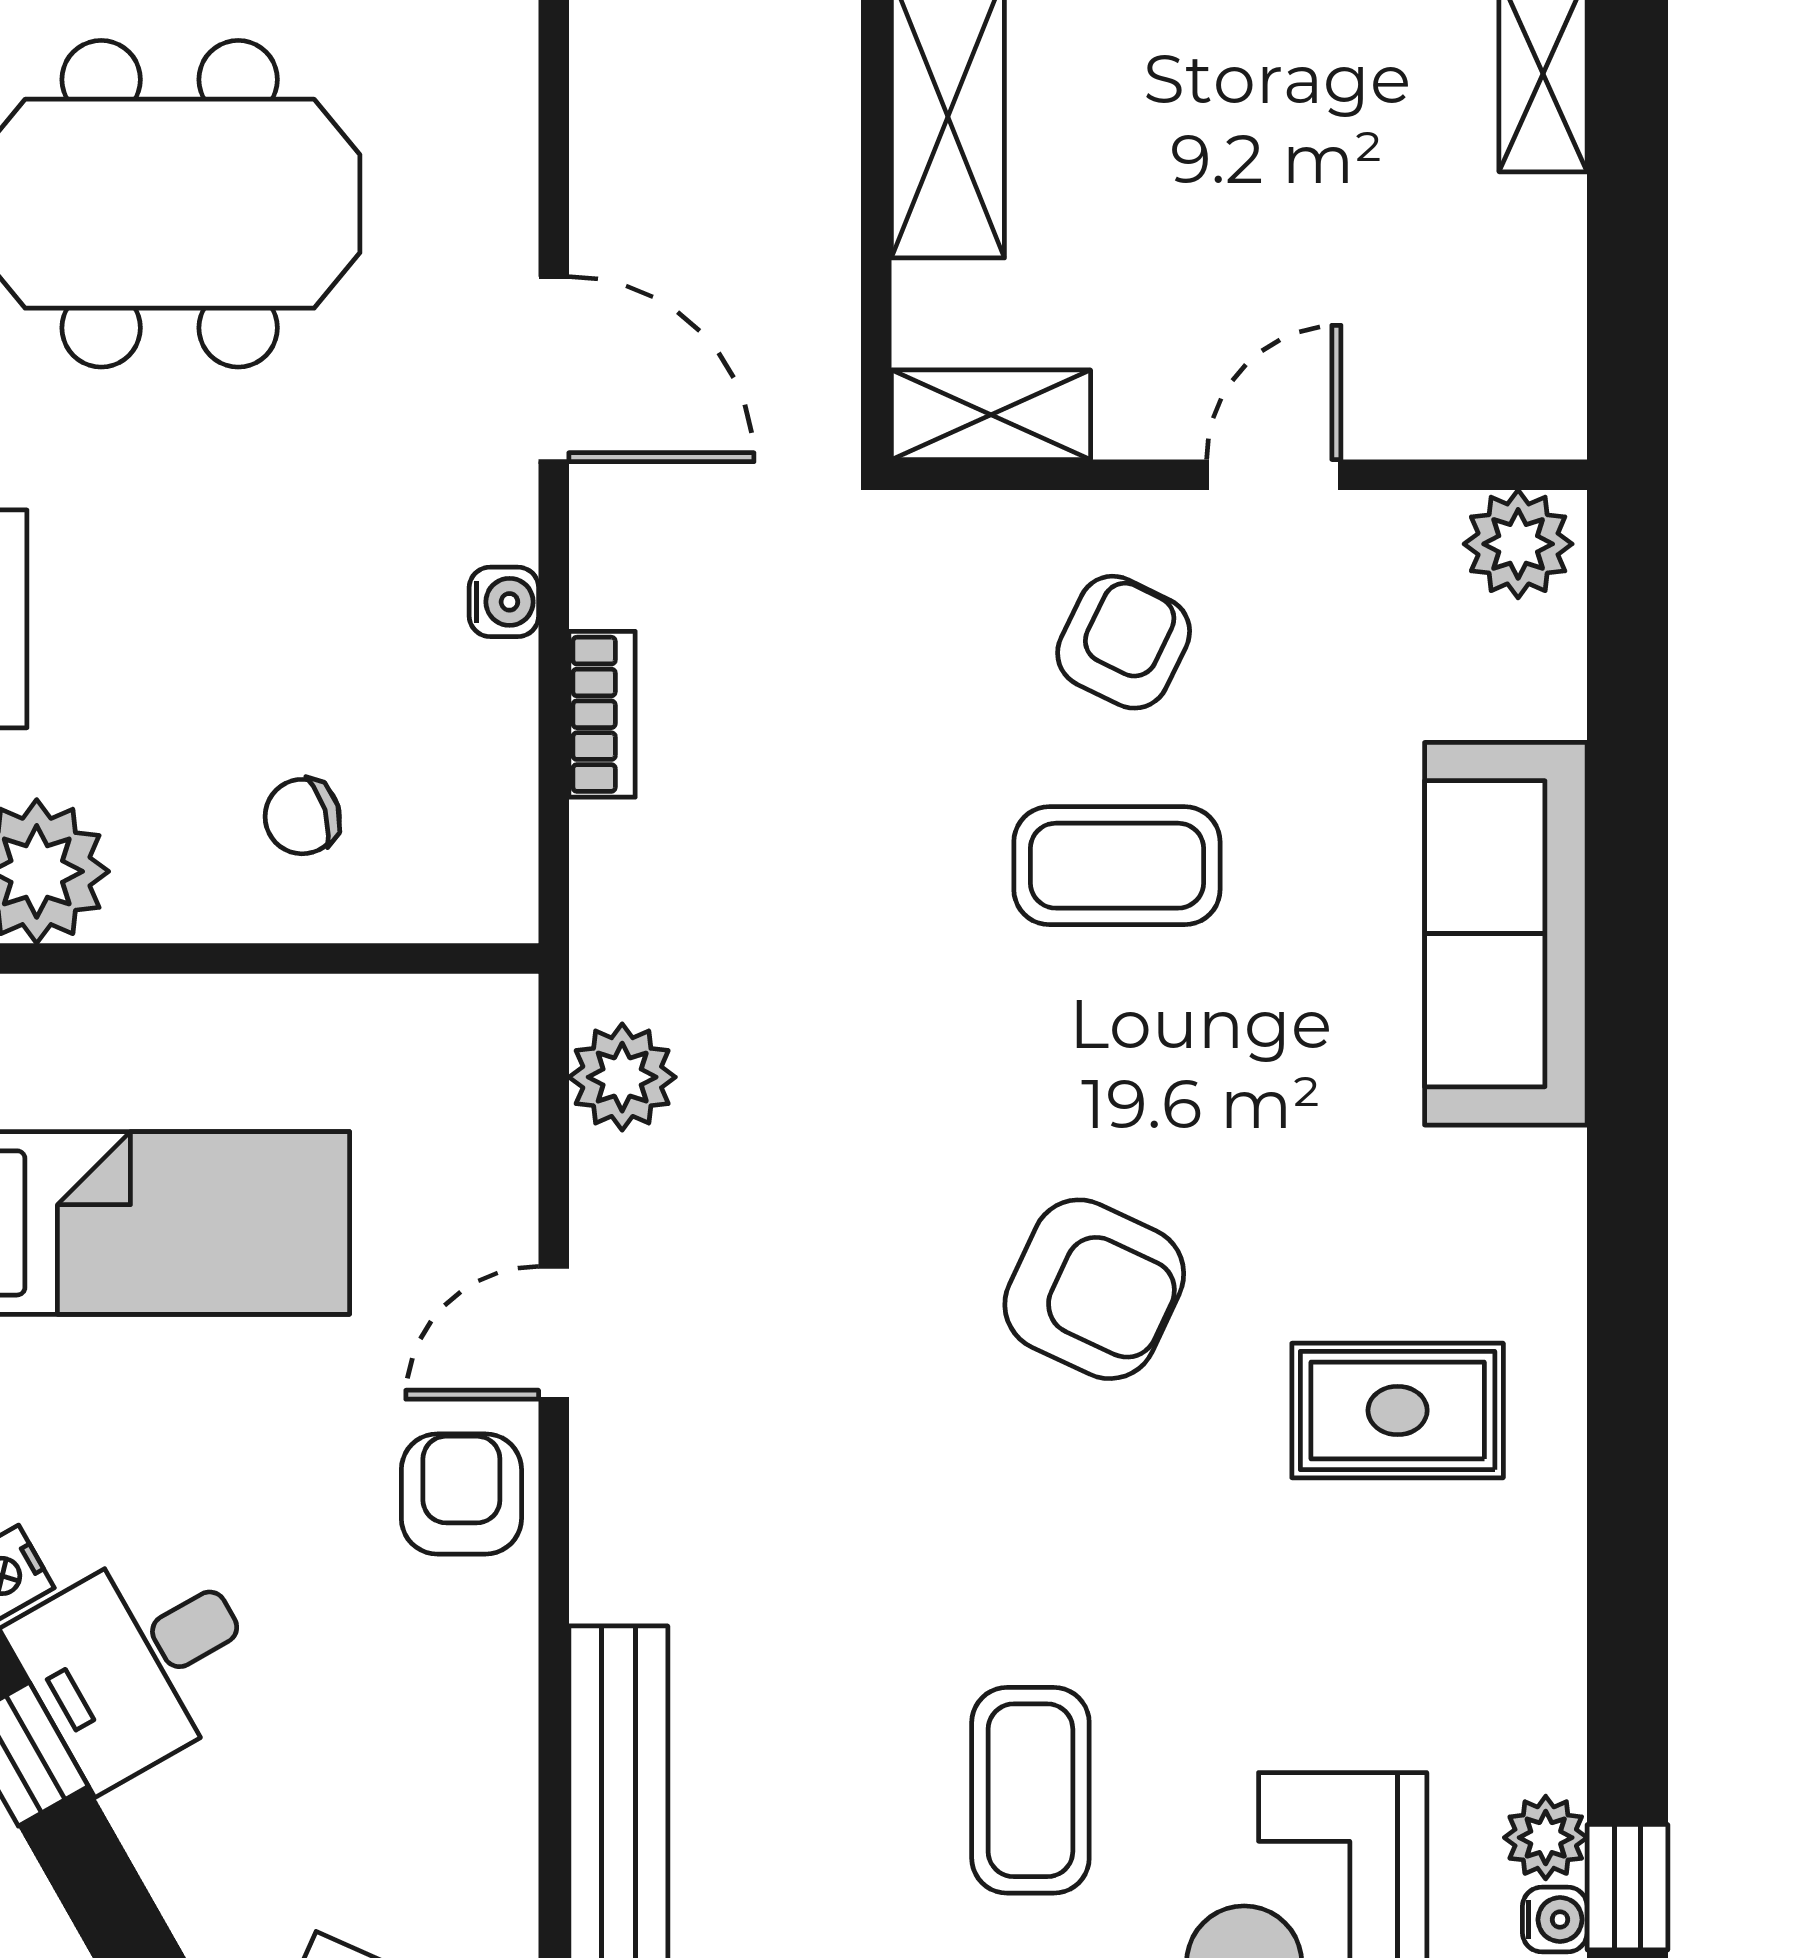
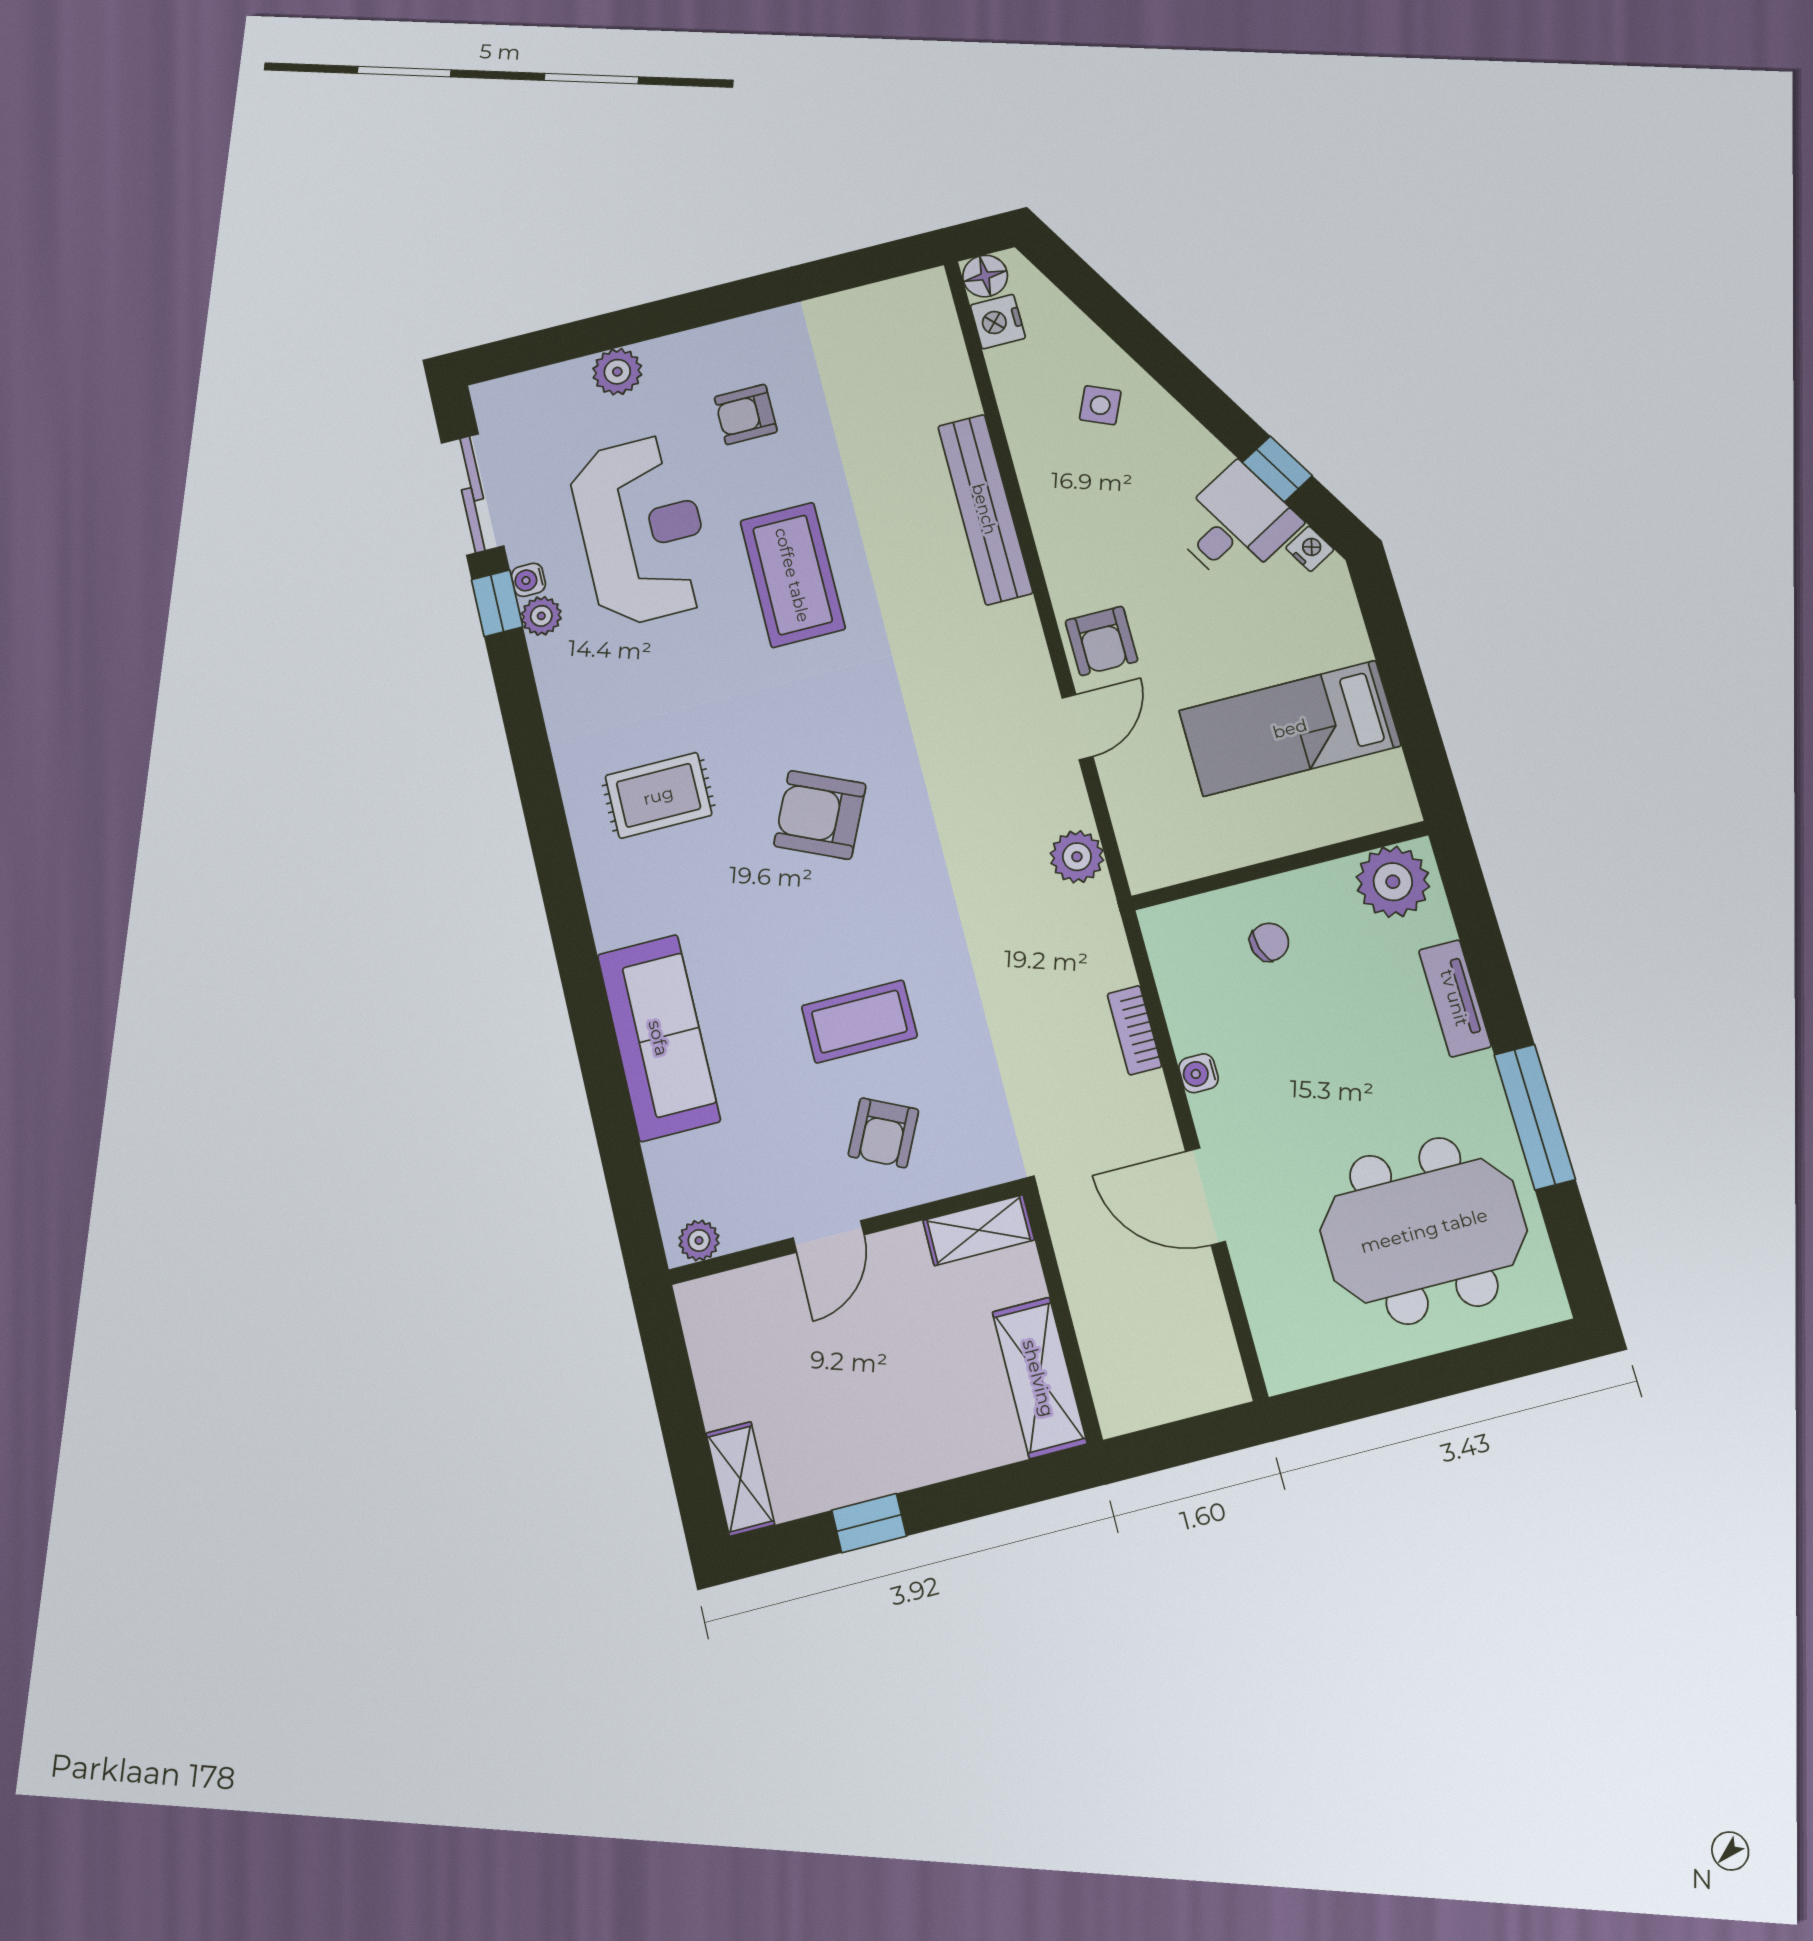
plant: (1518, 544) -> (699, 1241), width x0.73, depth x0.73
coffee table: (1030, 1790) -> (793, 575), width x1.36, depth x1.32

